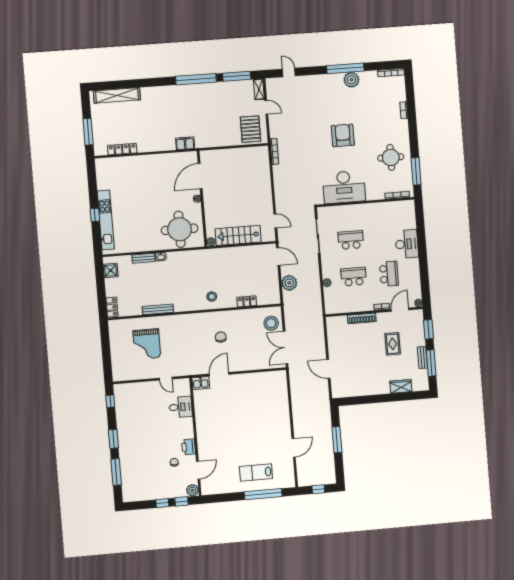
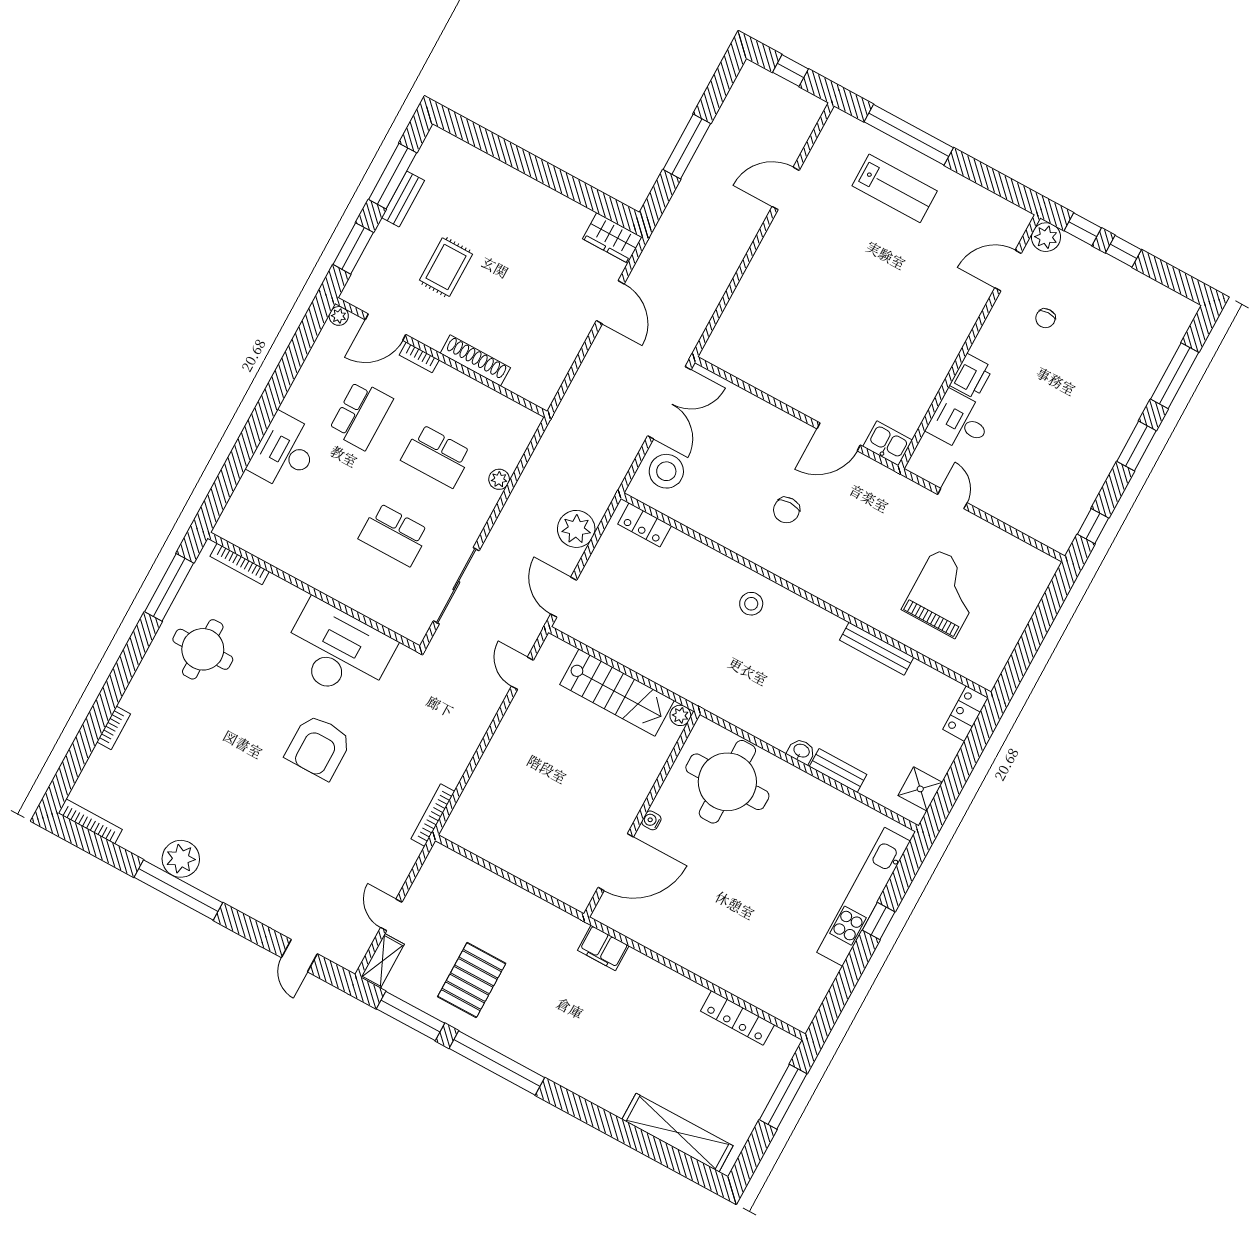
pallet: (250, 129) -> (472, 980), moved
armchair: (343, 135) -> (319, 747), moved
school desk: (389, 274) -> (361, 415), turned 180
locker: (247, 301) -> (645, 525), moved
wardrobe: (401, 386) -> (612, 238), moved
printer: (189, 447) -> (971, 376), moved

